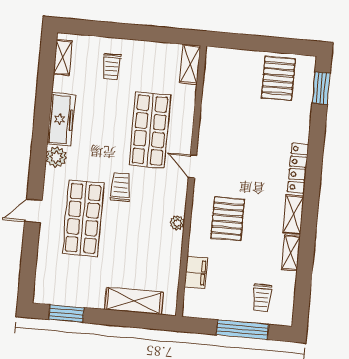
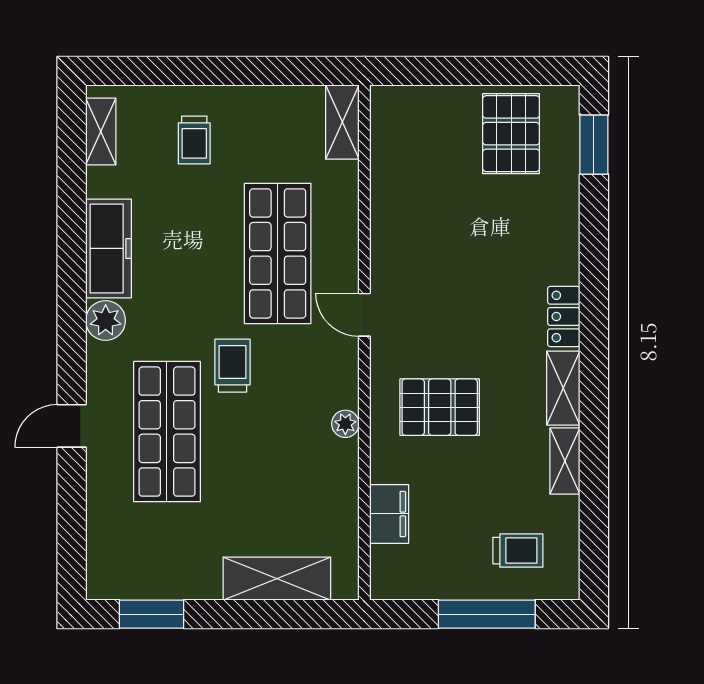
locker: (298, 168) -> (564, 316), width x0.66
pallet: (228, 219) -> (440, 407), turned 90
trolley: (262, 298) -> (518, 551), turned -90

